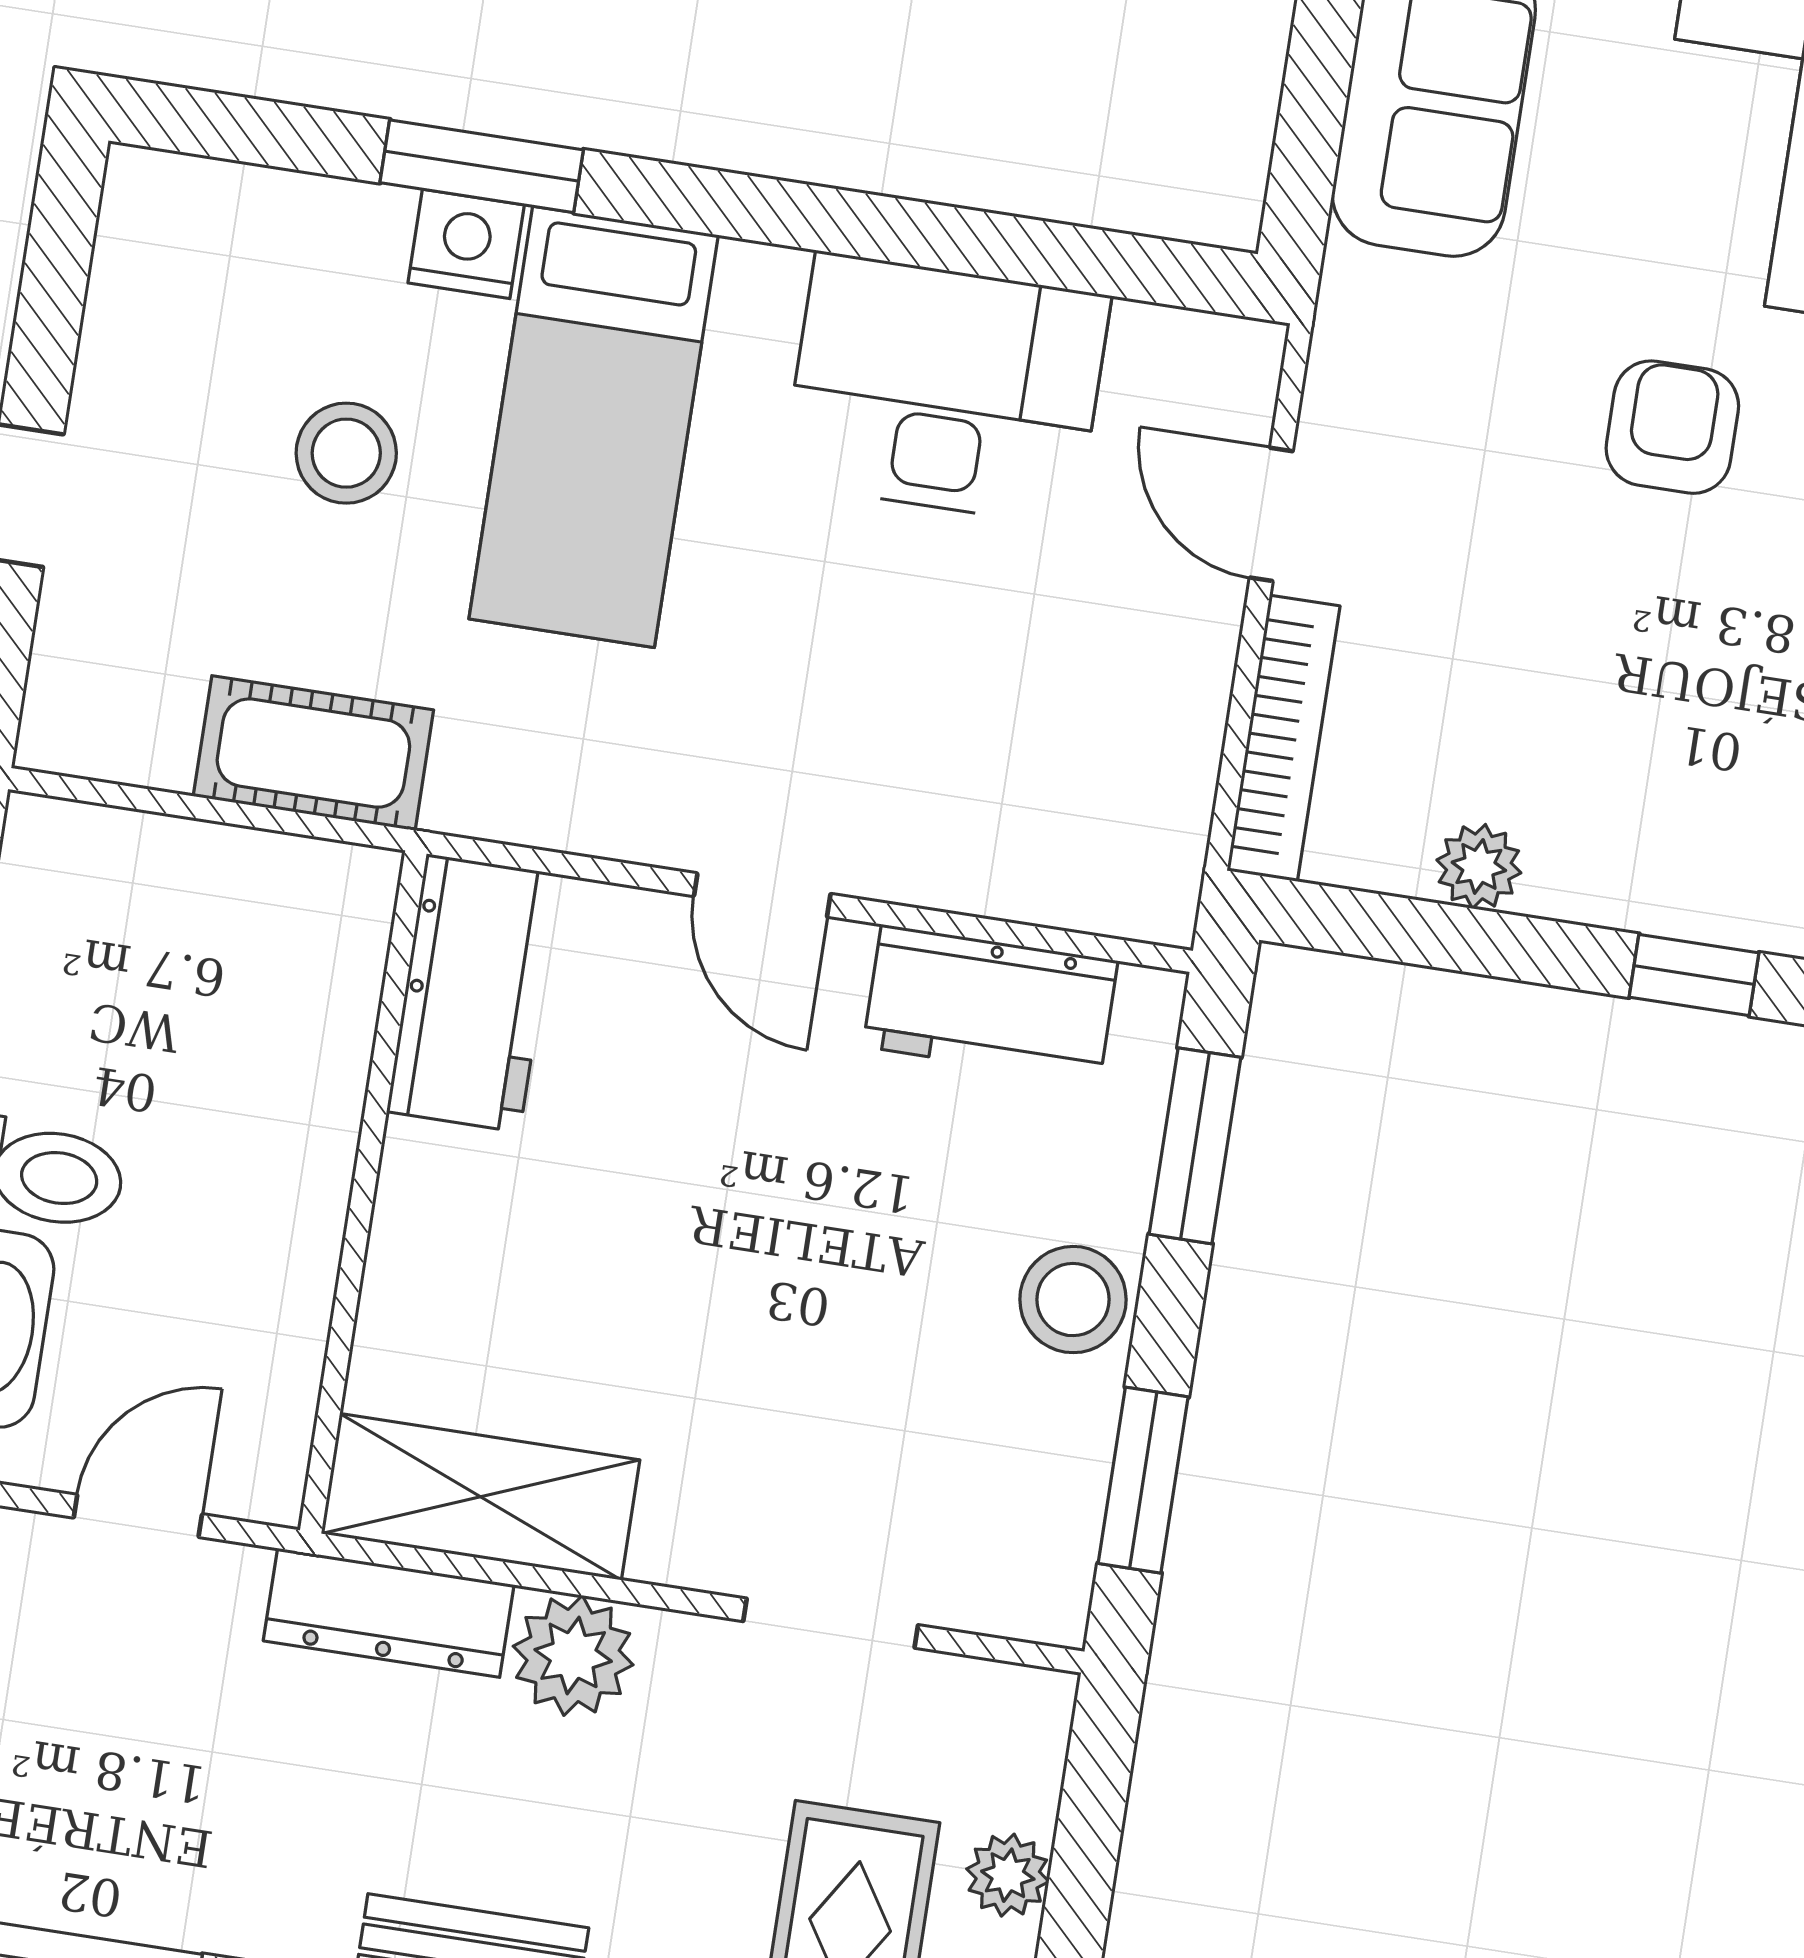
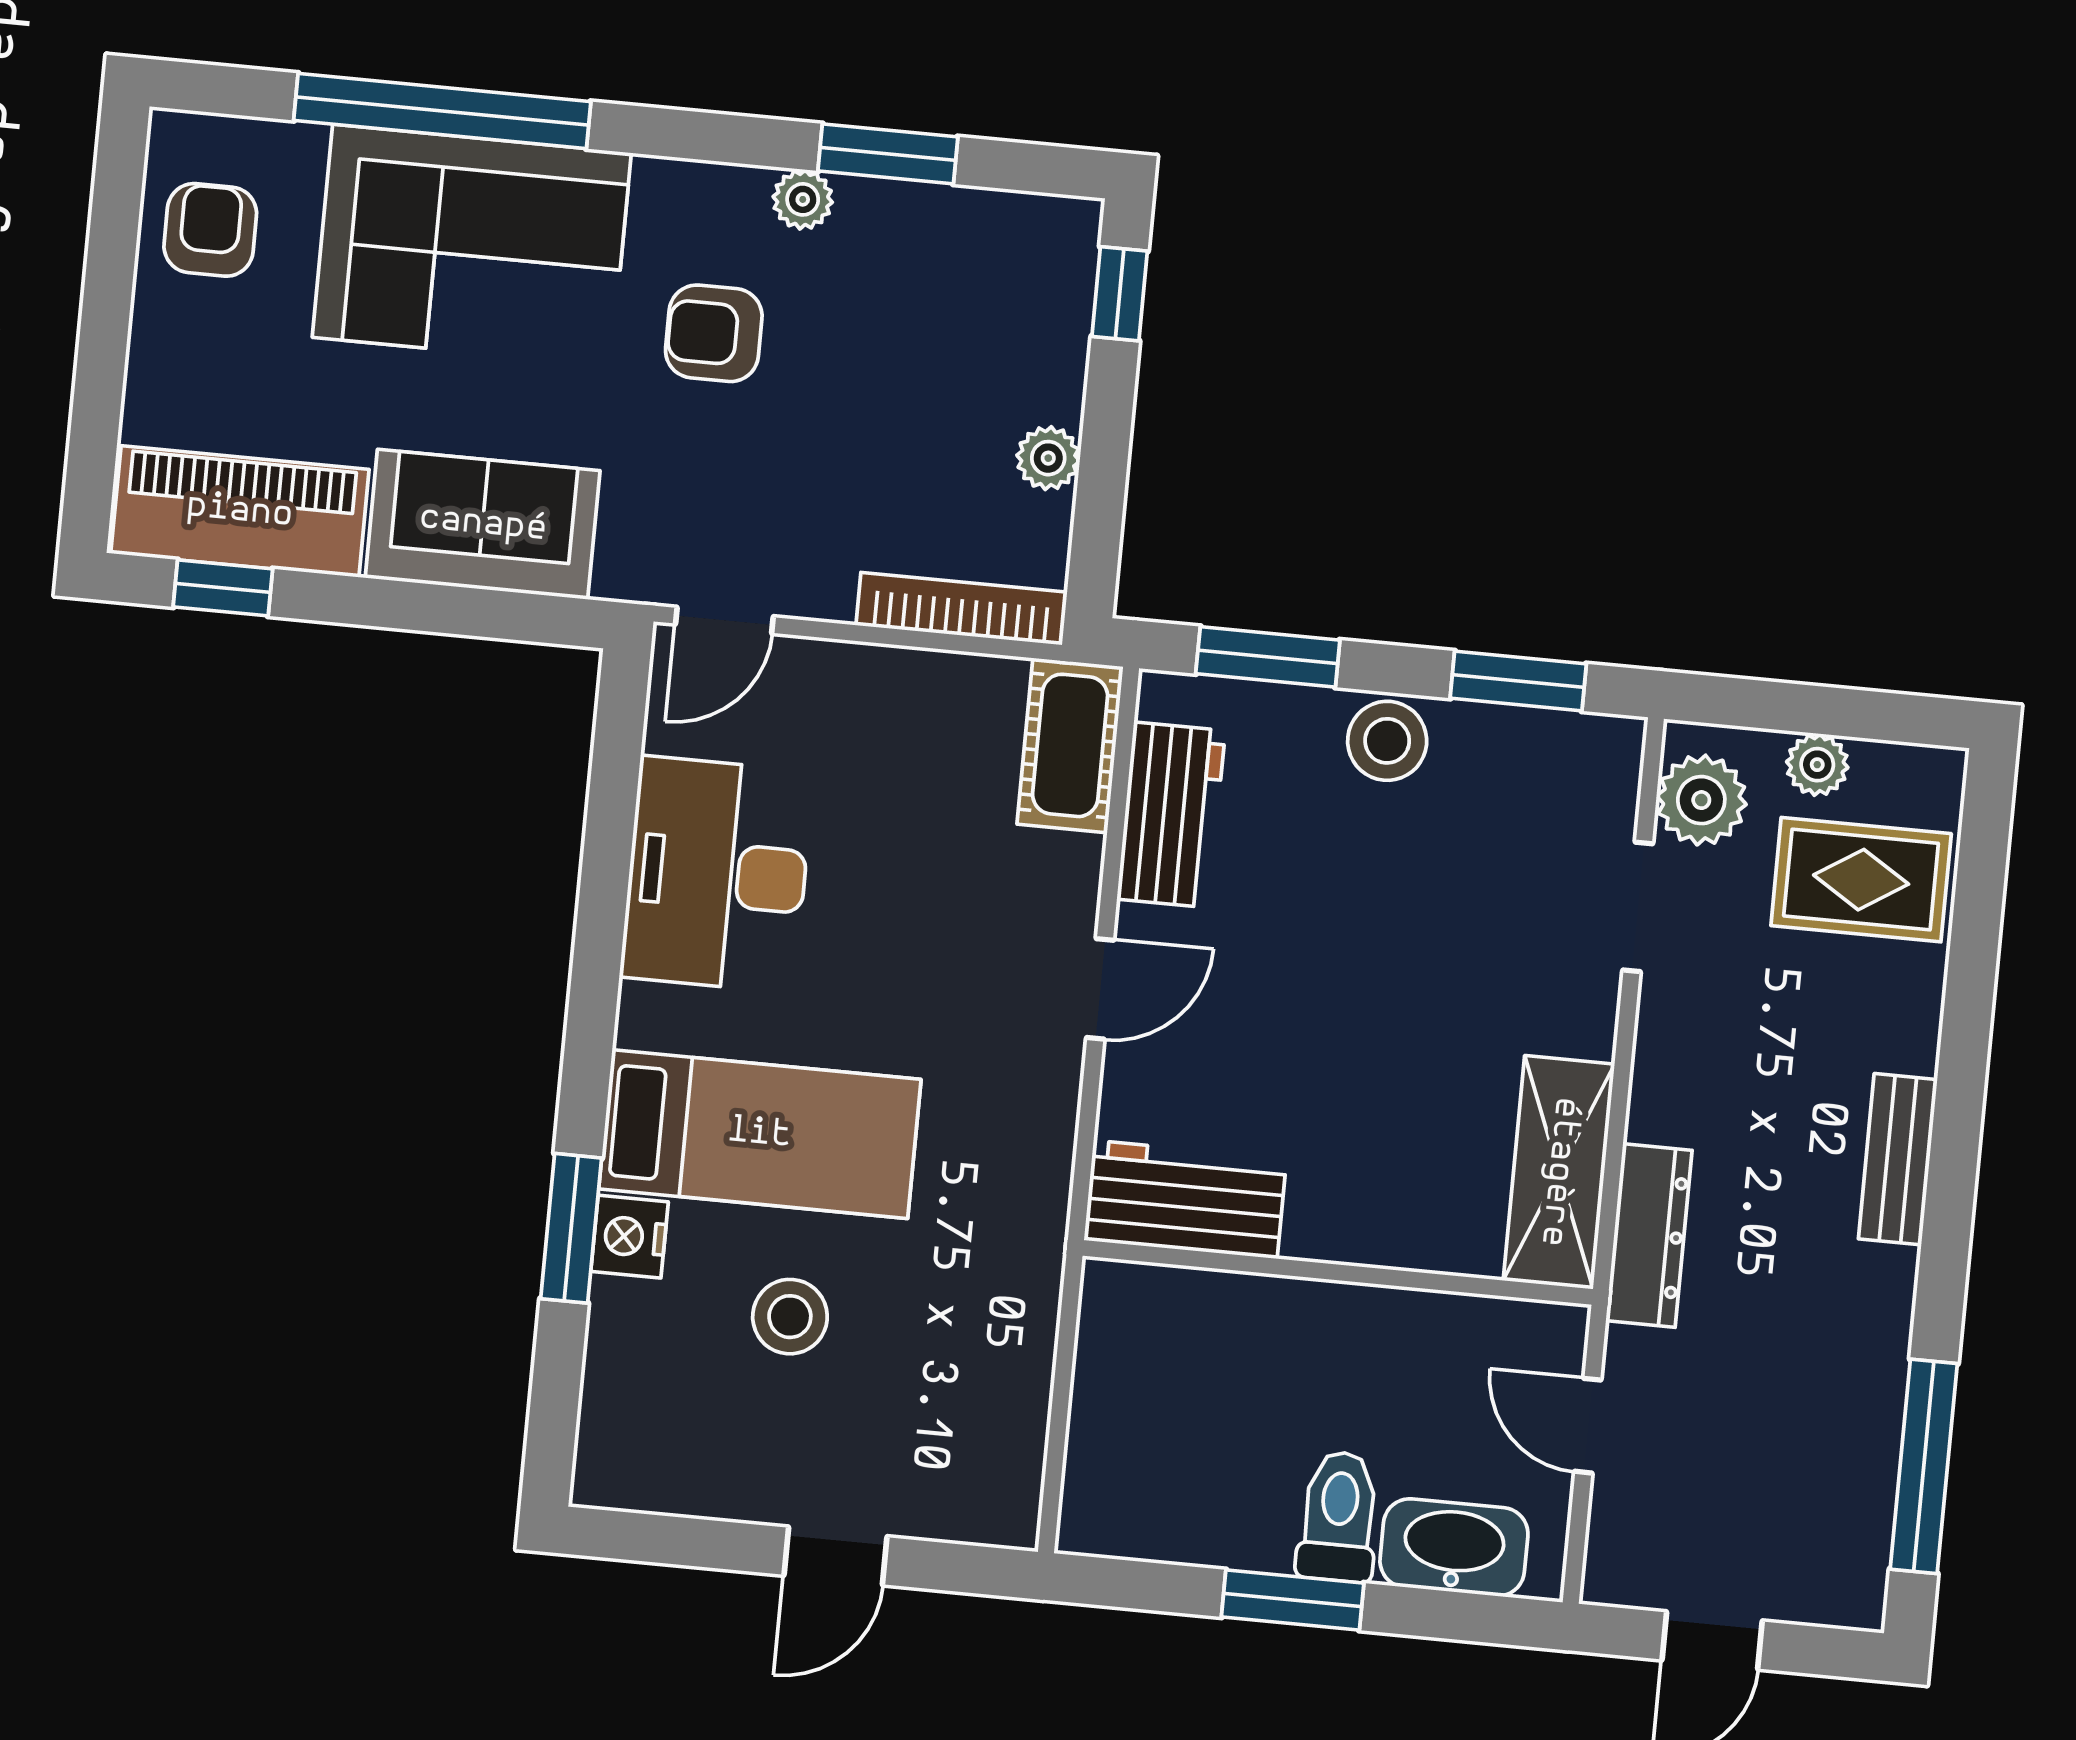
door: (1271, 514) -> (724, 620), moved
cot: (313, 753) -> (1070, 745), moved
plant: (573, 1655) -> (1701, 800), moved

